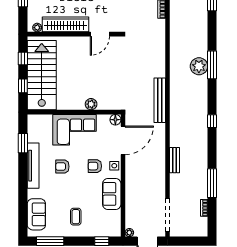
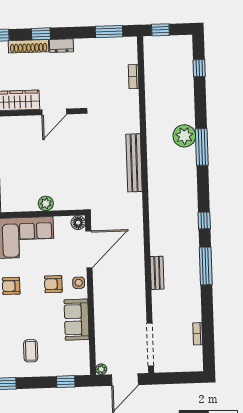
plant: (199, 66) -> (184, 136), moved
bench: (160, 100) -> (134, 163), moved
window: (212, 183) -> (206, 266), moved

